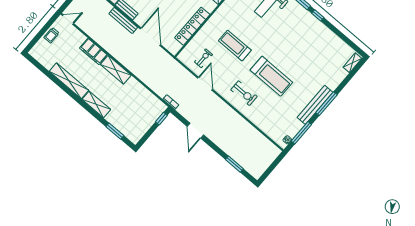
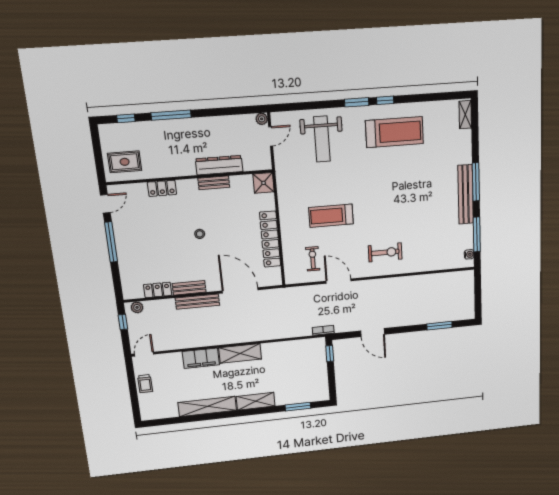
treadmill: (271, 76) -> (394, 132), moved

